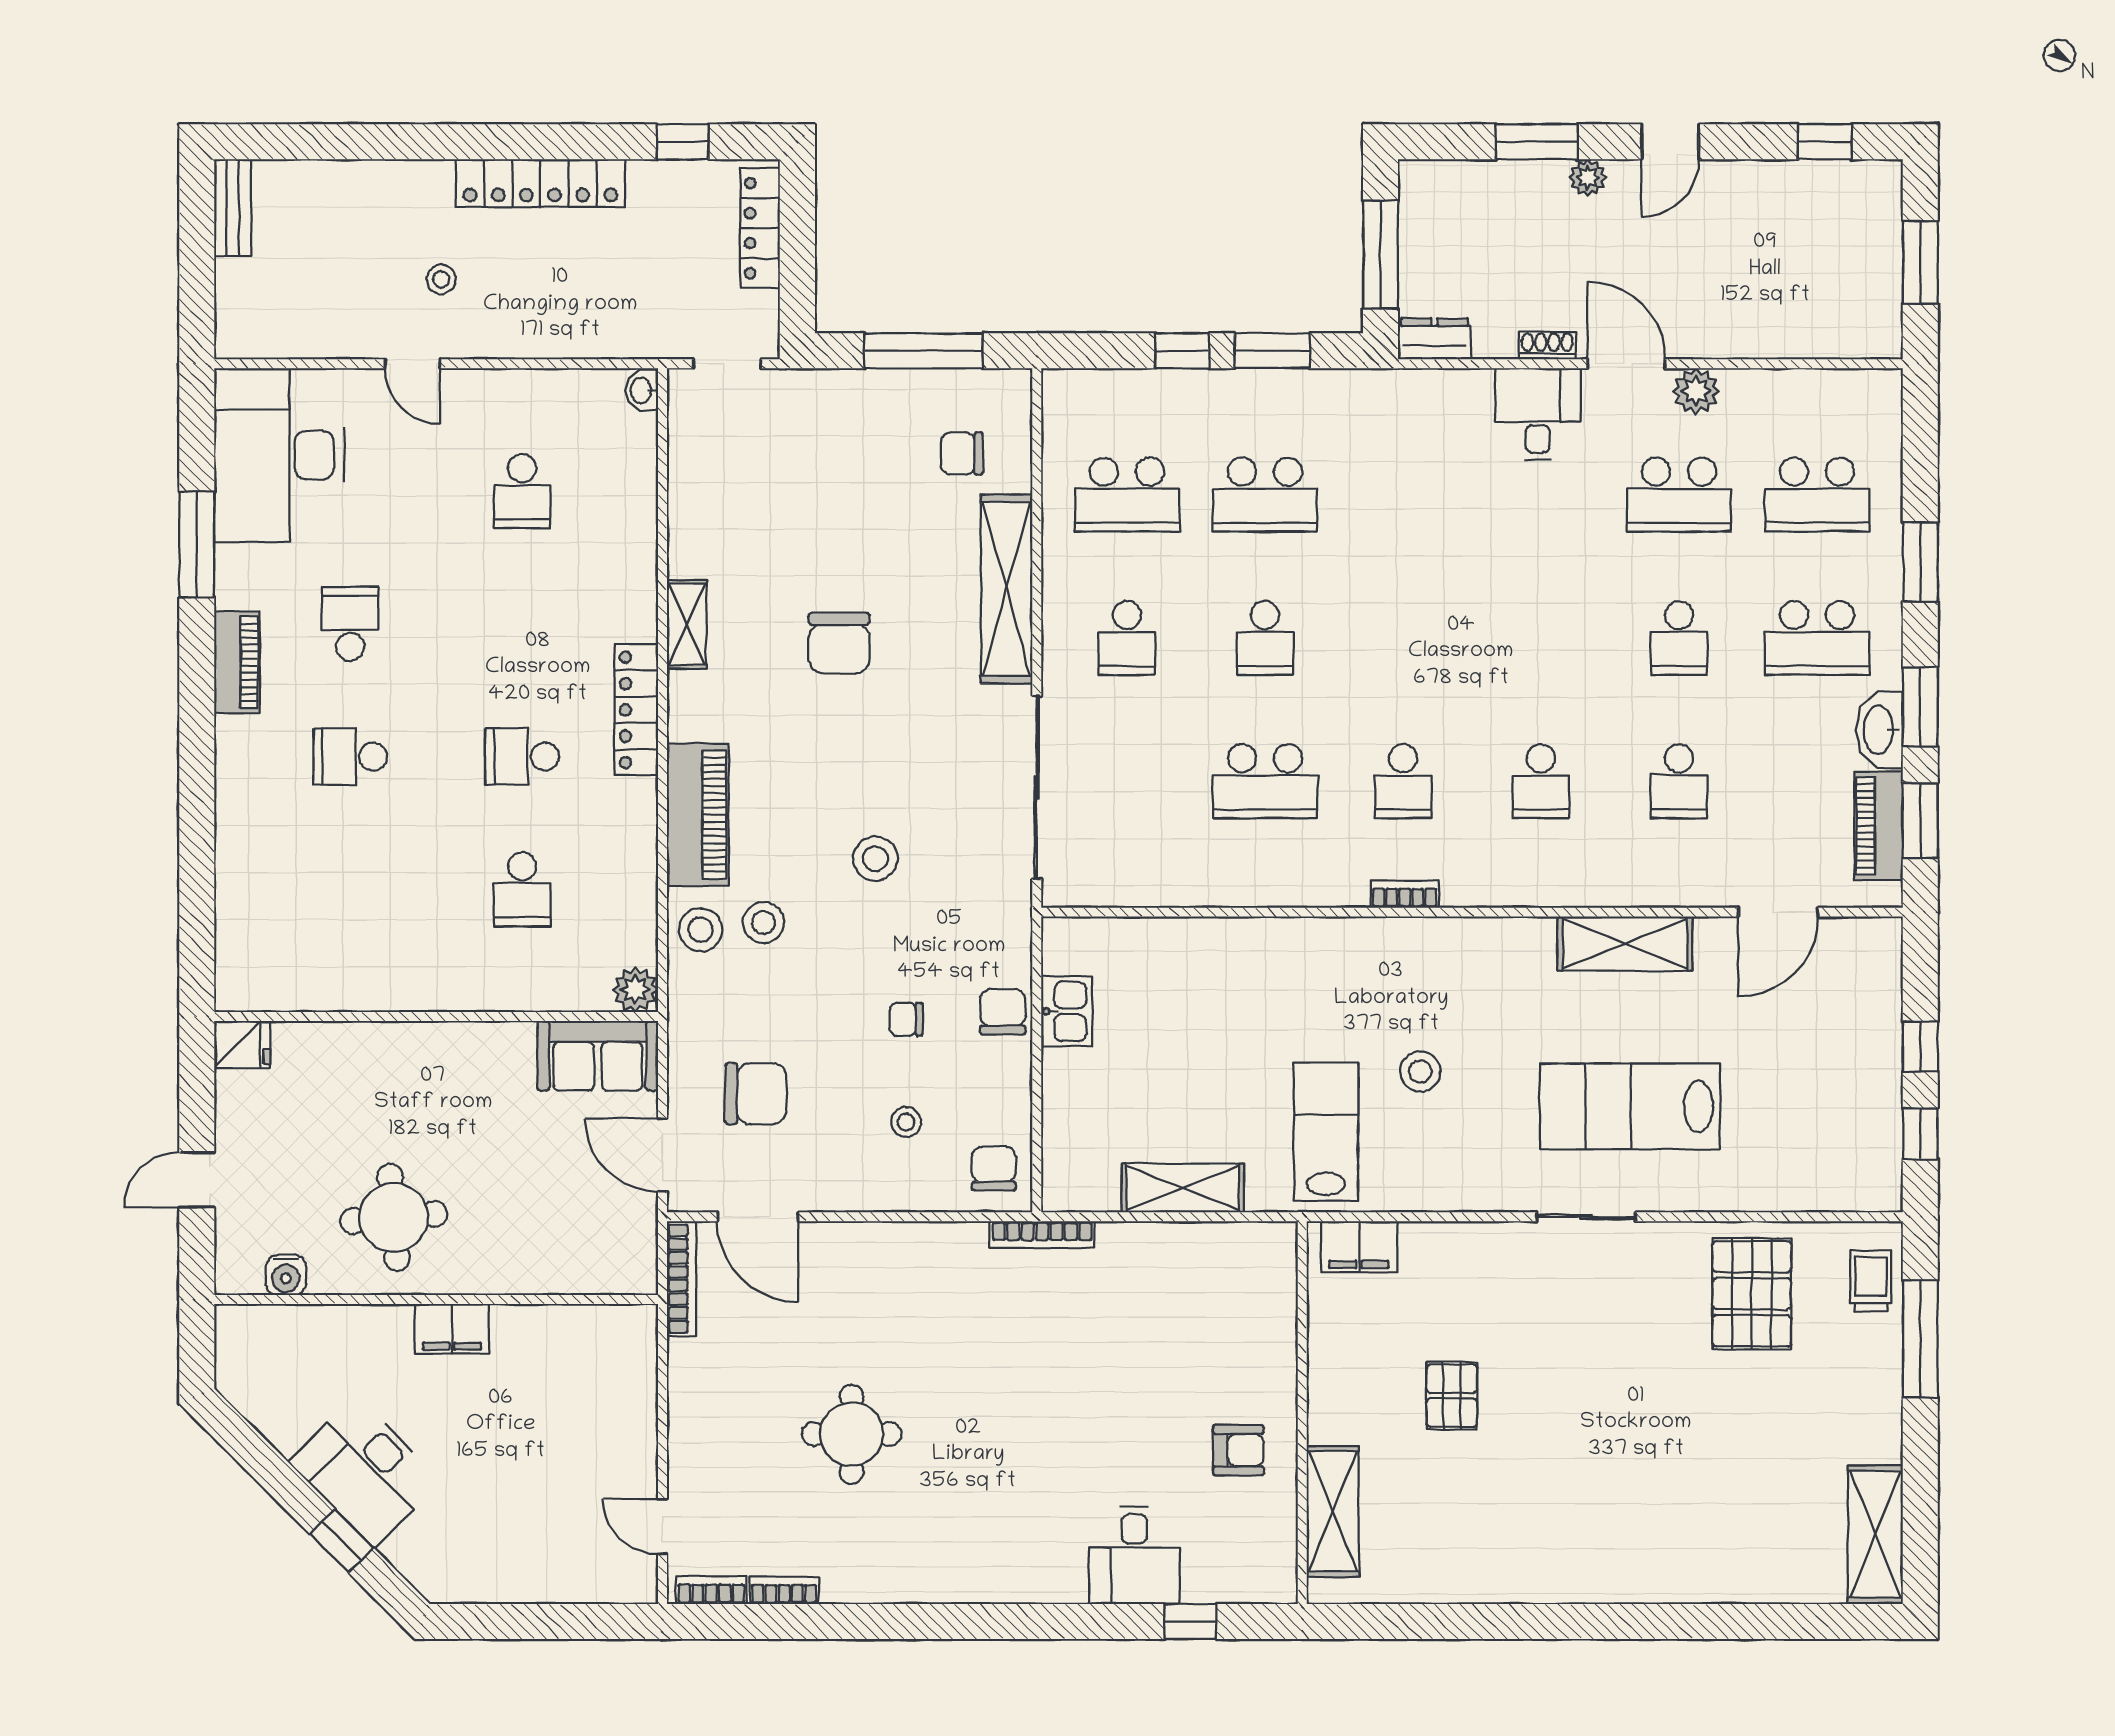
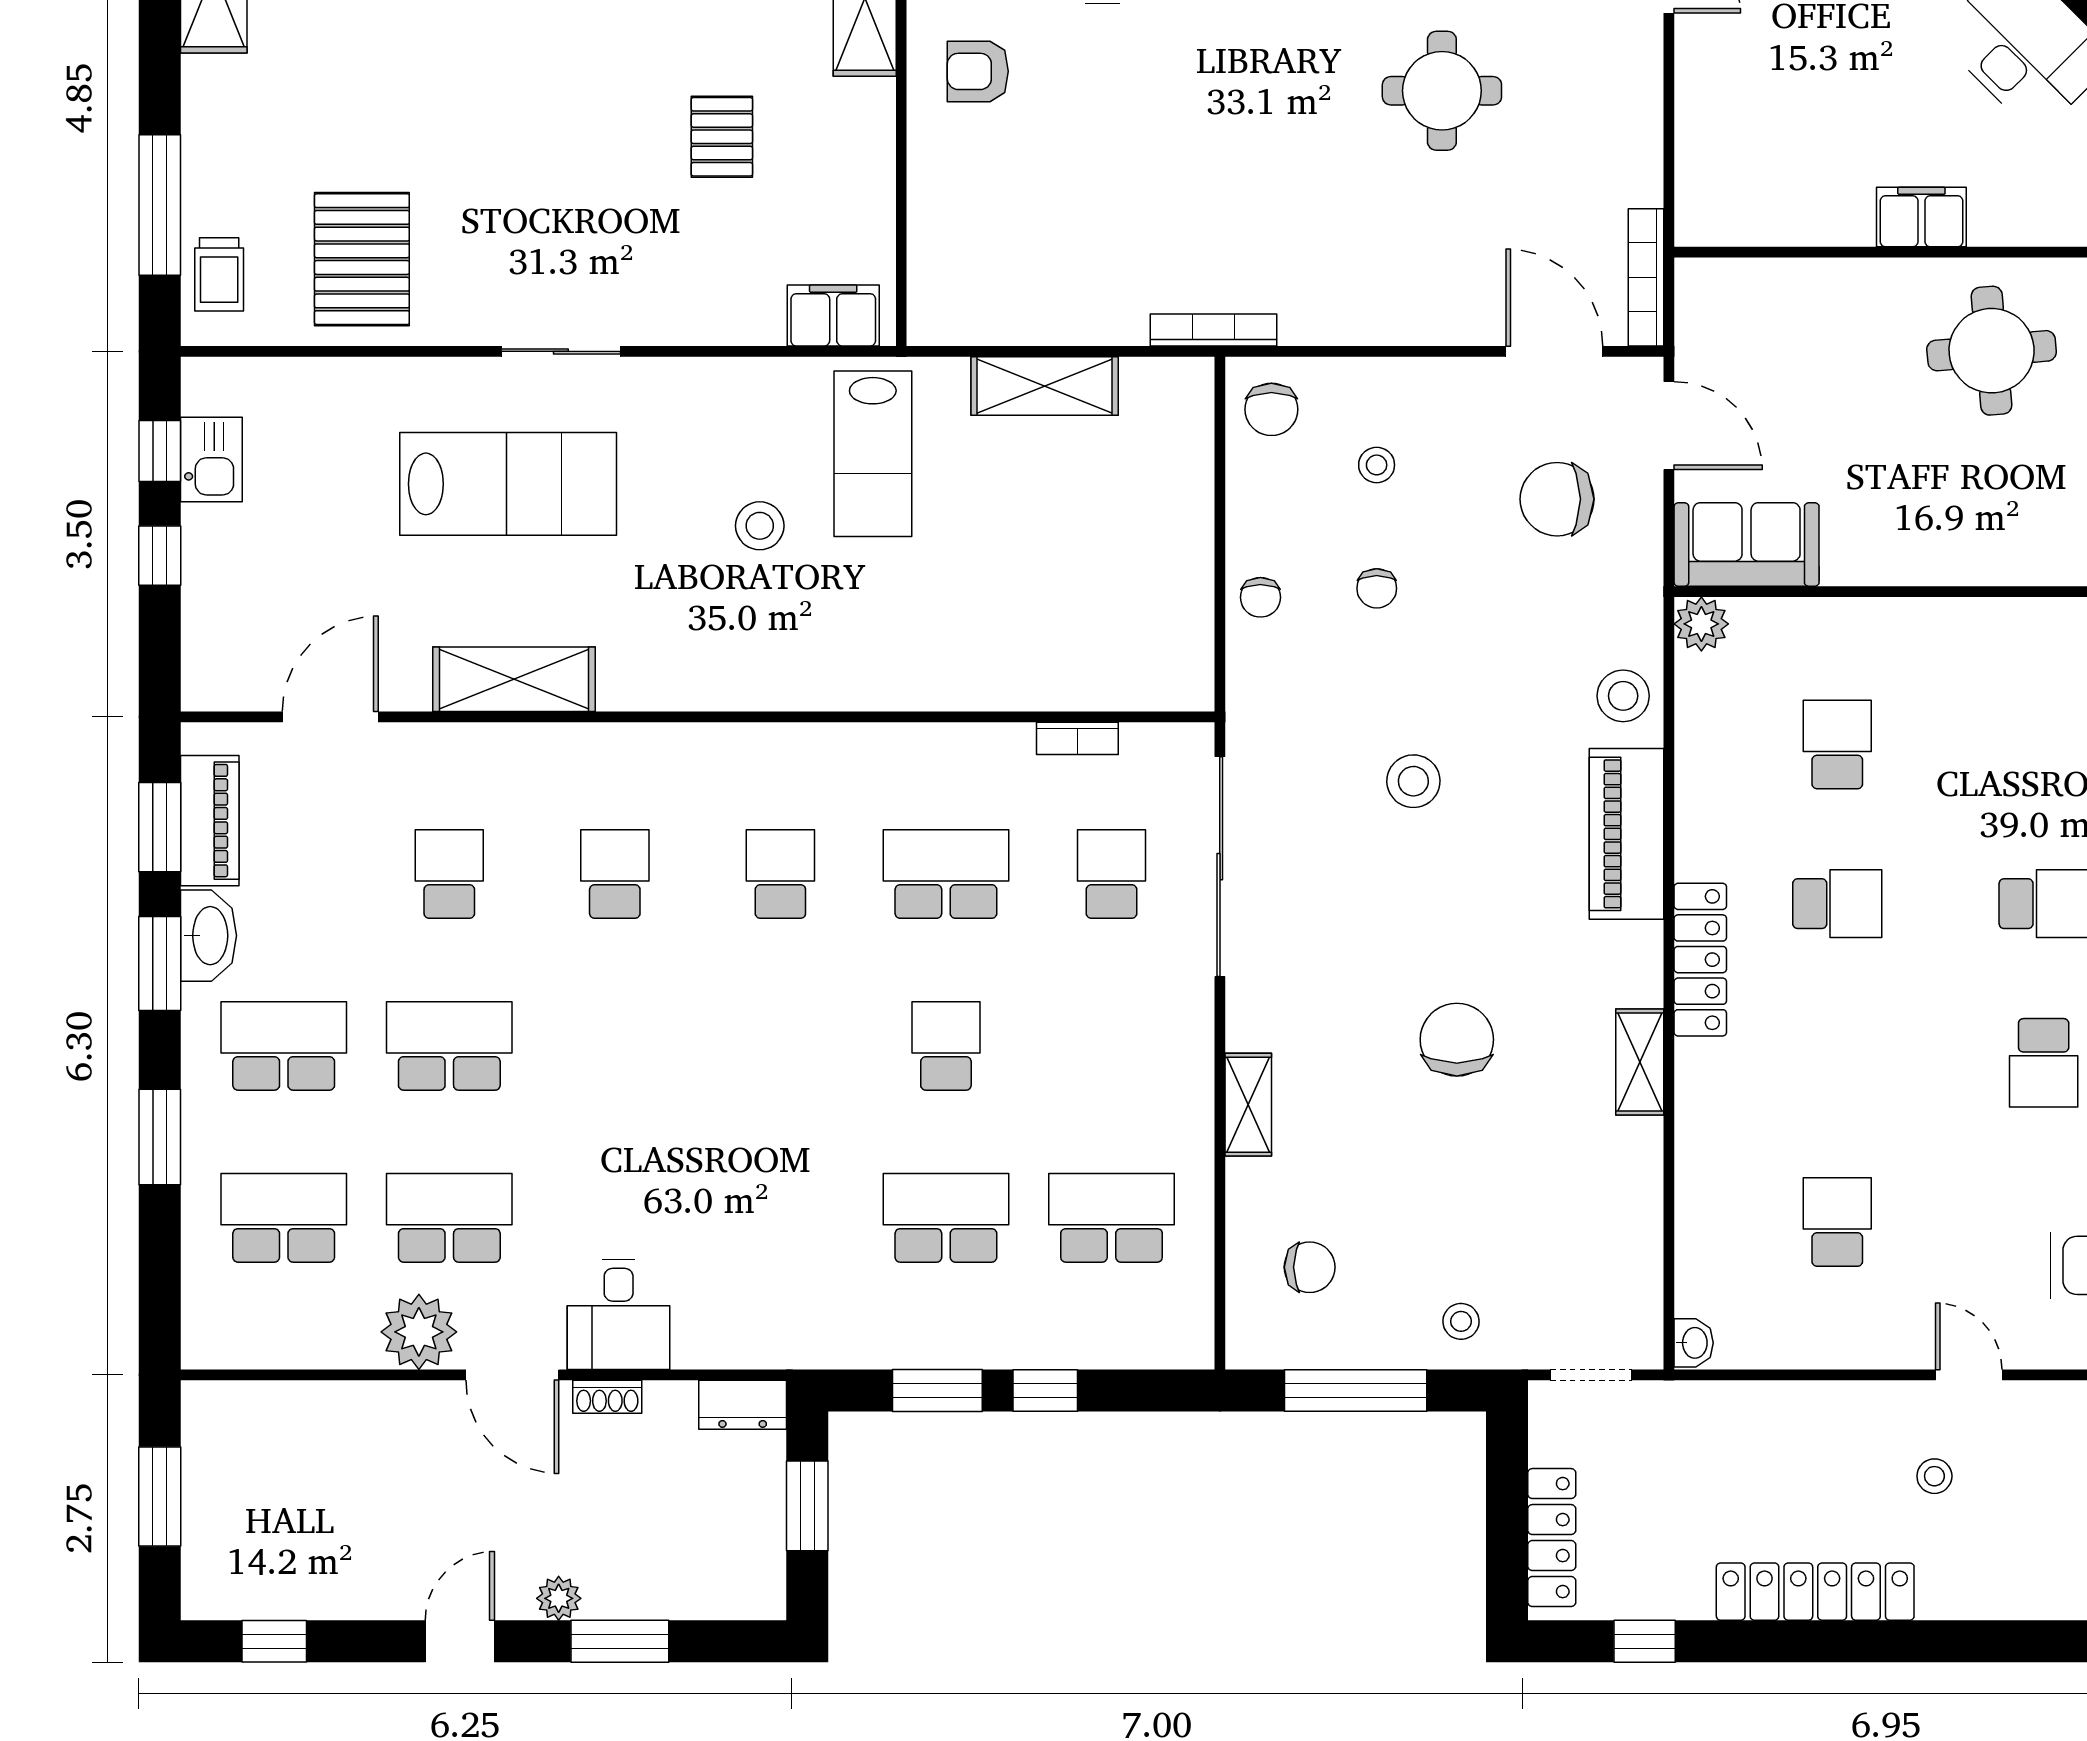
window: (1381, 255) -> (807, 1506), width x0.69
plant: (1696, 391) -> (419, 1332), width x1.36, depth x1.36
shelving: (1007, 589) -> (1248, 1105), width x0.45, depth x0.75
school desk: (1127, 638) -> (1112, 874), moved
school desk: (1679, 638) -> (449, 1046), width x1.85
bookcase: (1405, 894) -> (1077, 738), moved
stool: (763, 923) -> (1461, 1321), moved, width x0.73, depth x0.73
kitchen sink: (1067, 1011) -> (211, 459), moved, turned 180
chair: (1003, 1012) -> (1260, 597), width x0.73, depth x0.73
chair: (906, 1019) -> (1377, 588), turned 90

